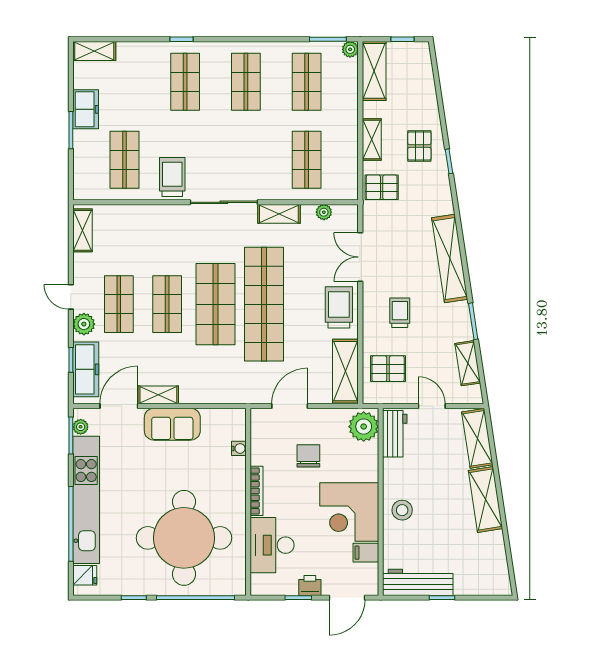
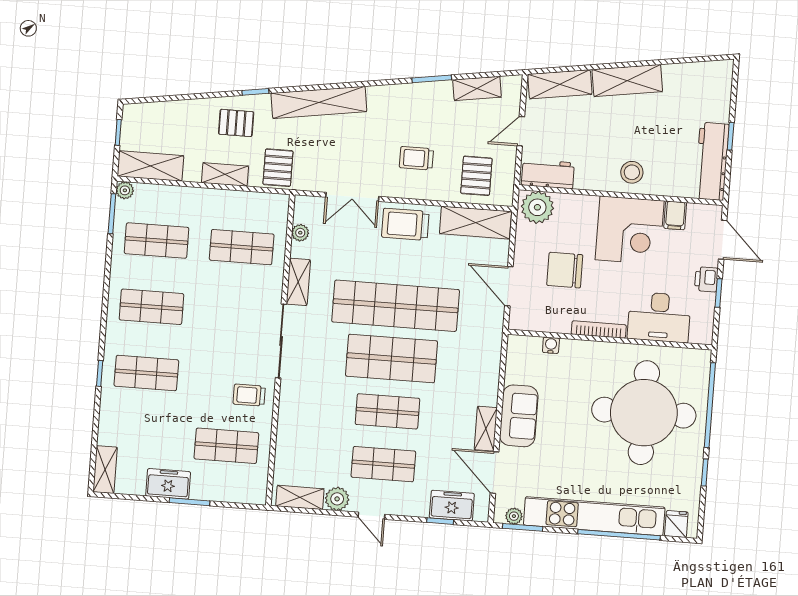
trolley: (172, 177) -> (249, 395), width x0.73, depth x0.72
shelving: (450, 259) -> (319, 102), moved
door: (71, 297) -> (371, 516), hinge flipped
plant: (84, 324) -> (337, 499), moved
freezer: (86, 369) -> (452, 506), width x0.71
chair: (308, 456) -> (565, 270), width x1.37, depth x1.37

